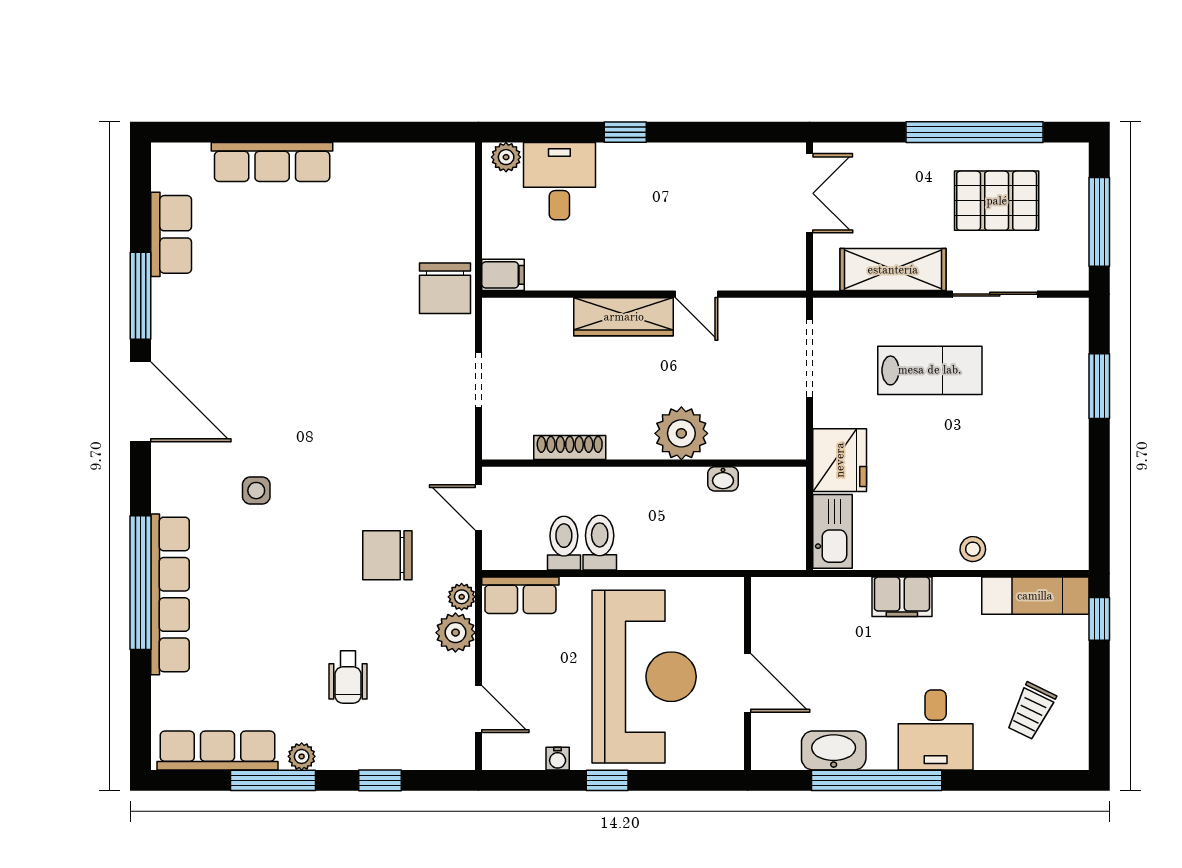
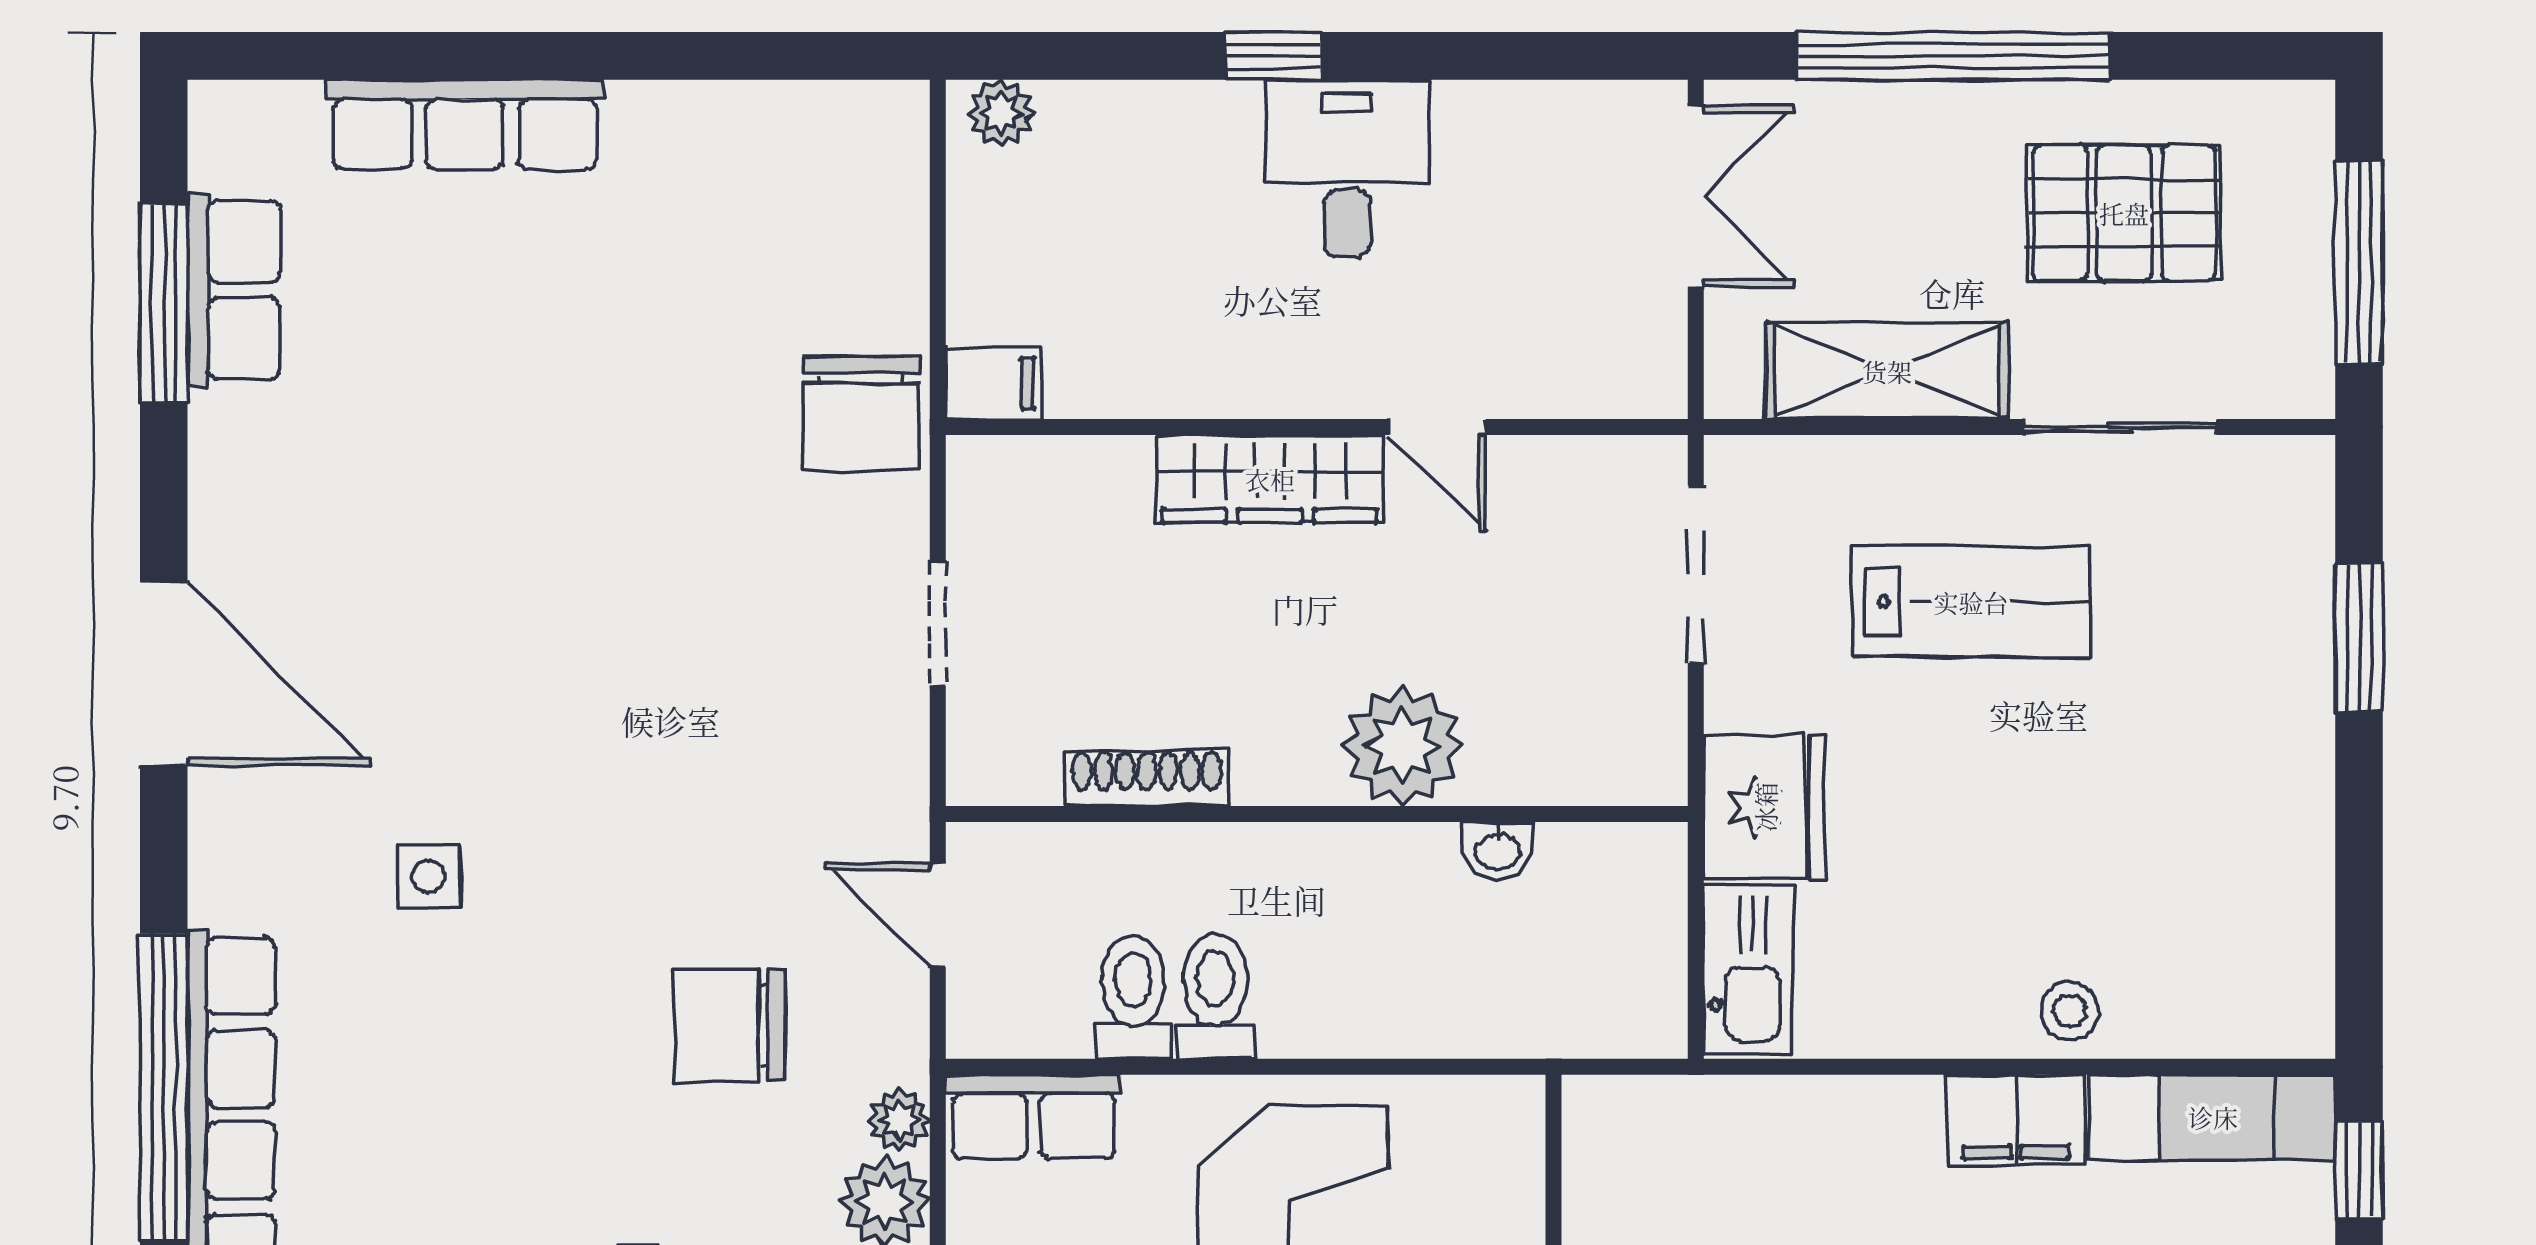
window: (975, 132) -> (1954, 56), moved
desk: (559, 181) -> (1347, 168), moved
window: (141, 296) -> (164, 303), moved
filing cabinet: (902, 597) -> (2016, 1120), moved

